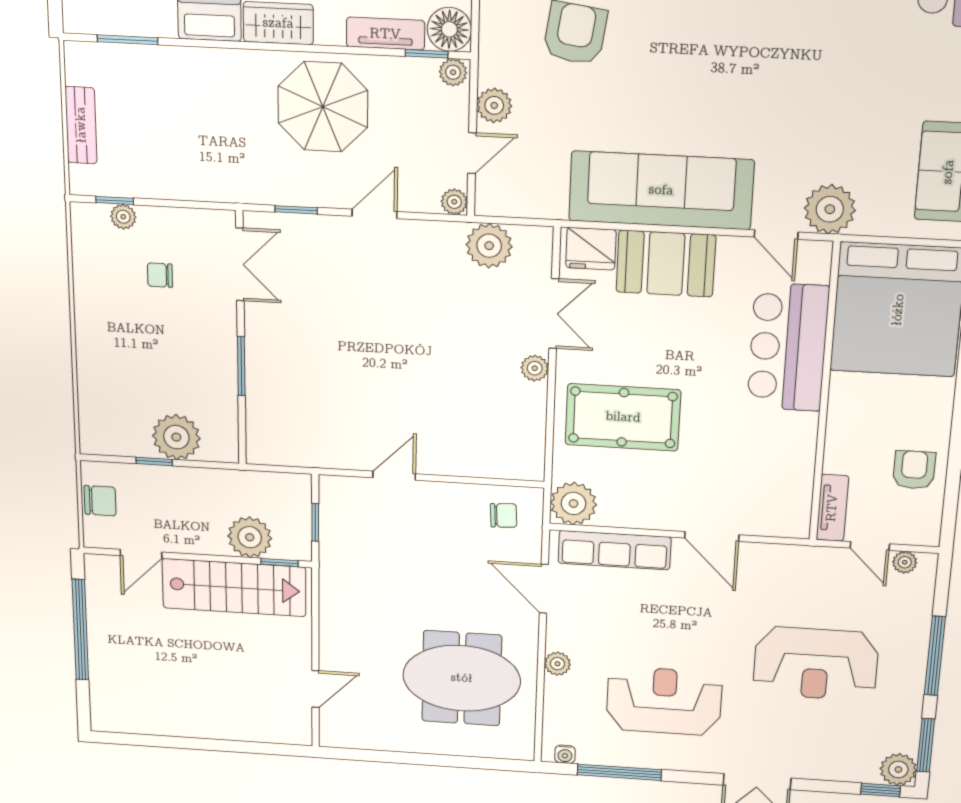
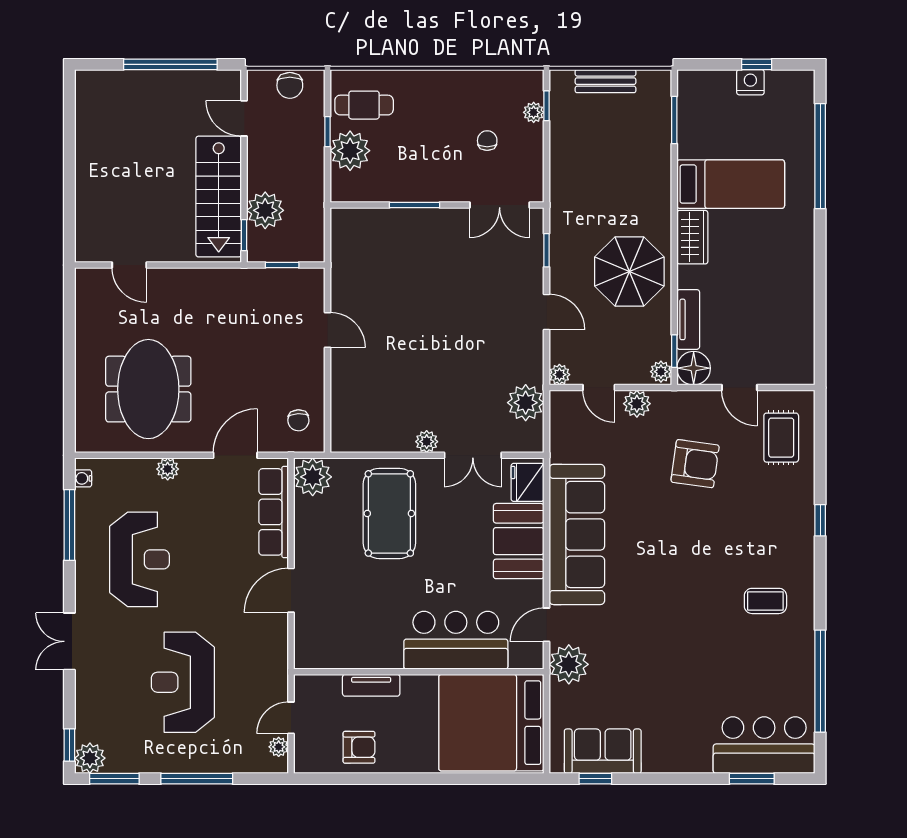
cafe table: (121, 418) -> (364, 105), added
tv unit: (832, 508) -> (371, 685), moved

